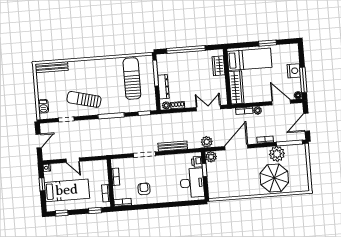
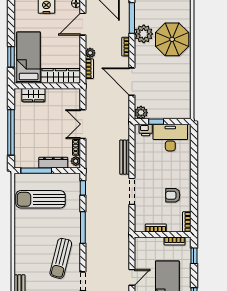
window: (267, 43) -> (11, 57), moved
double door: (208, 108) -> (83, 124), moved
plant: (207, 142) -> (123, 116), removed

